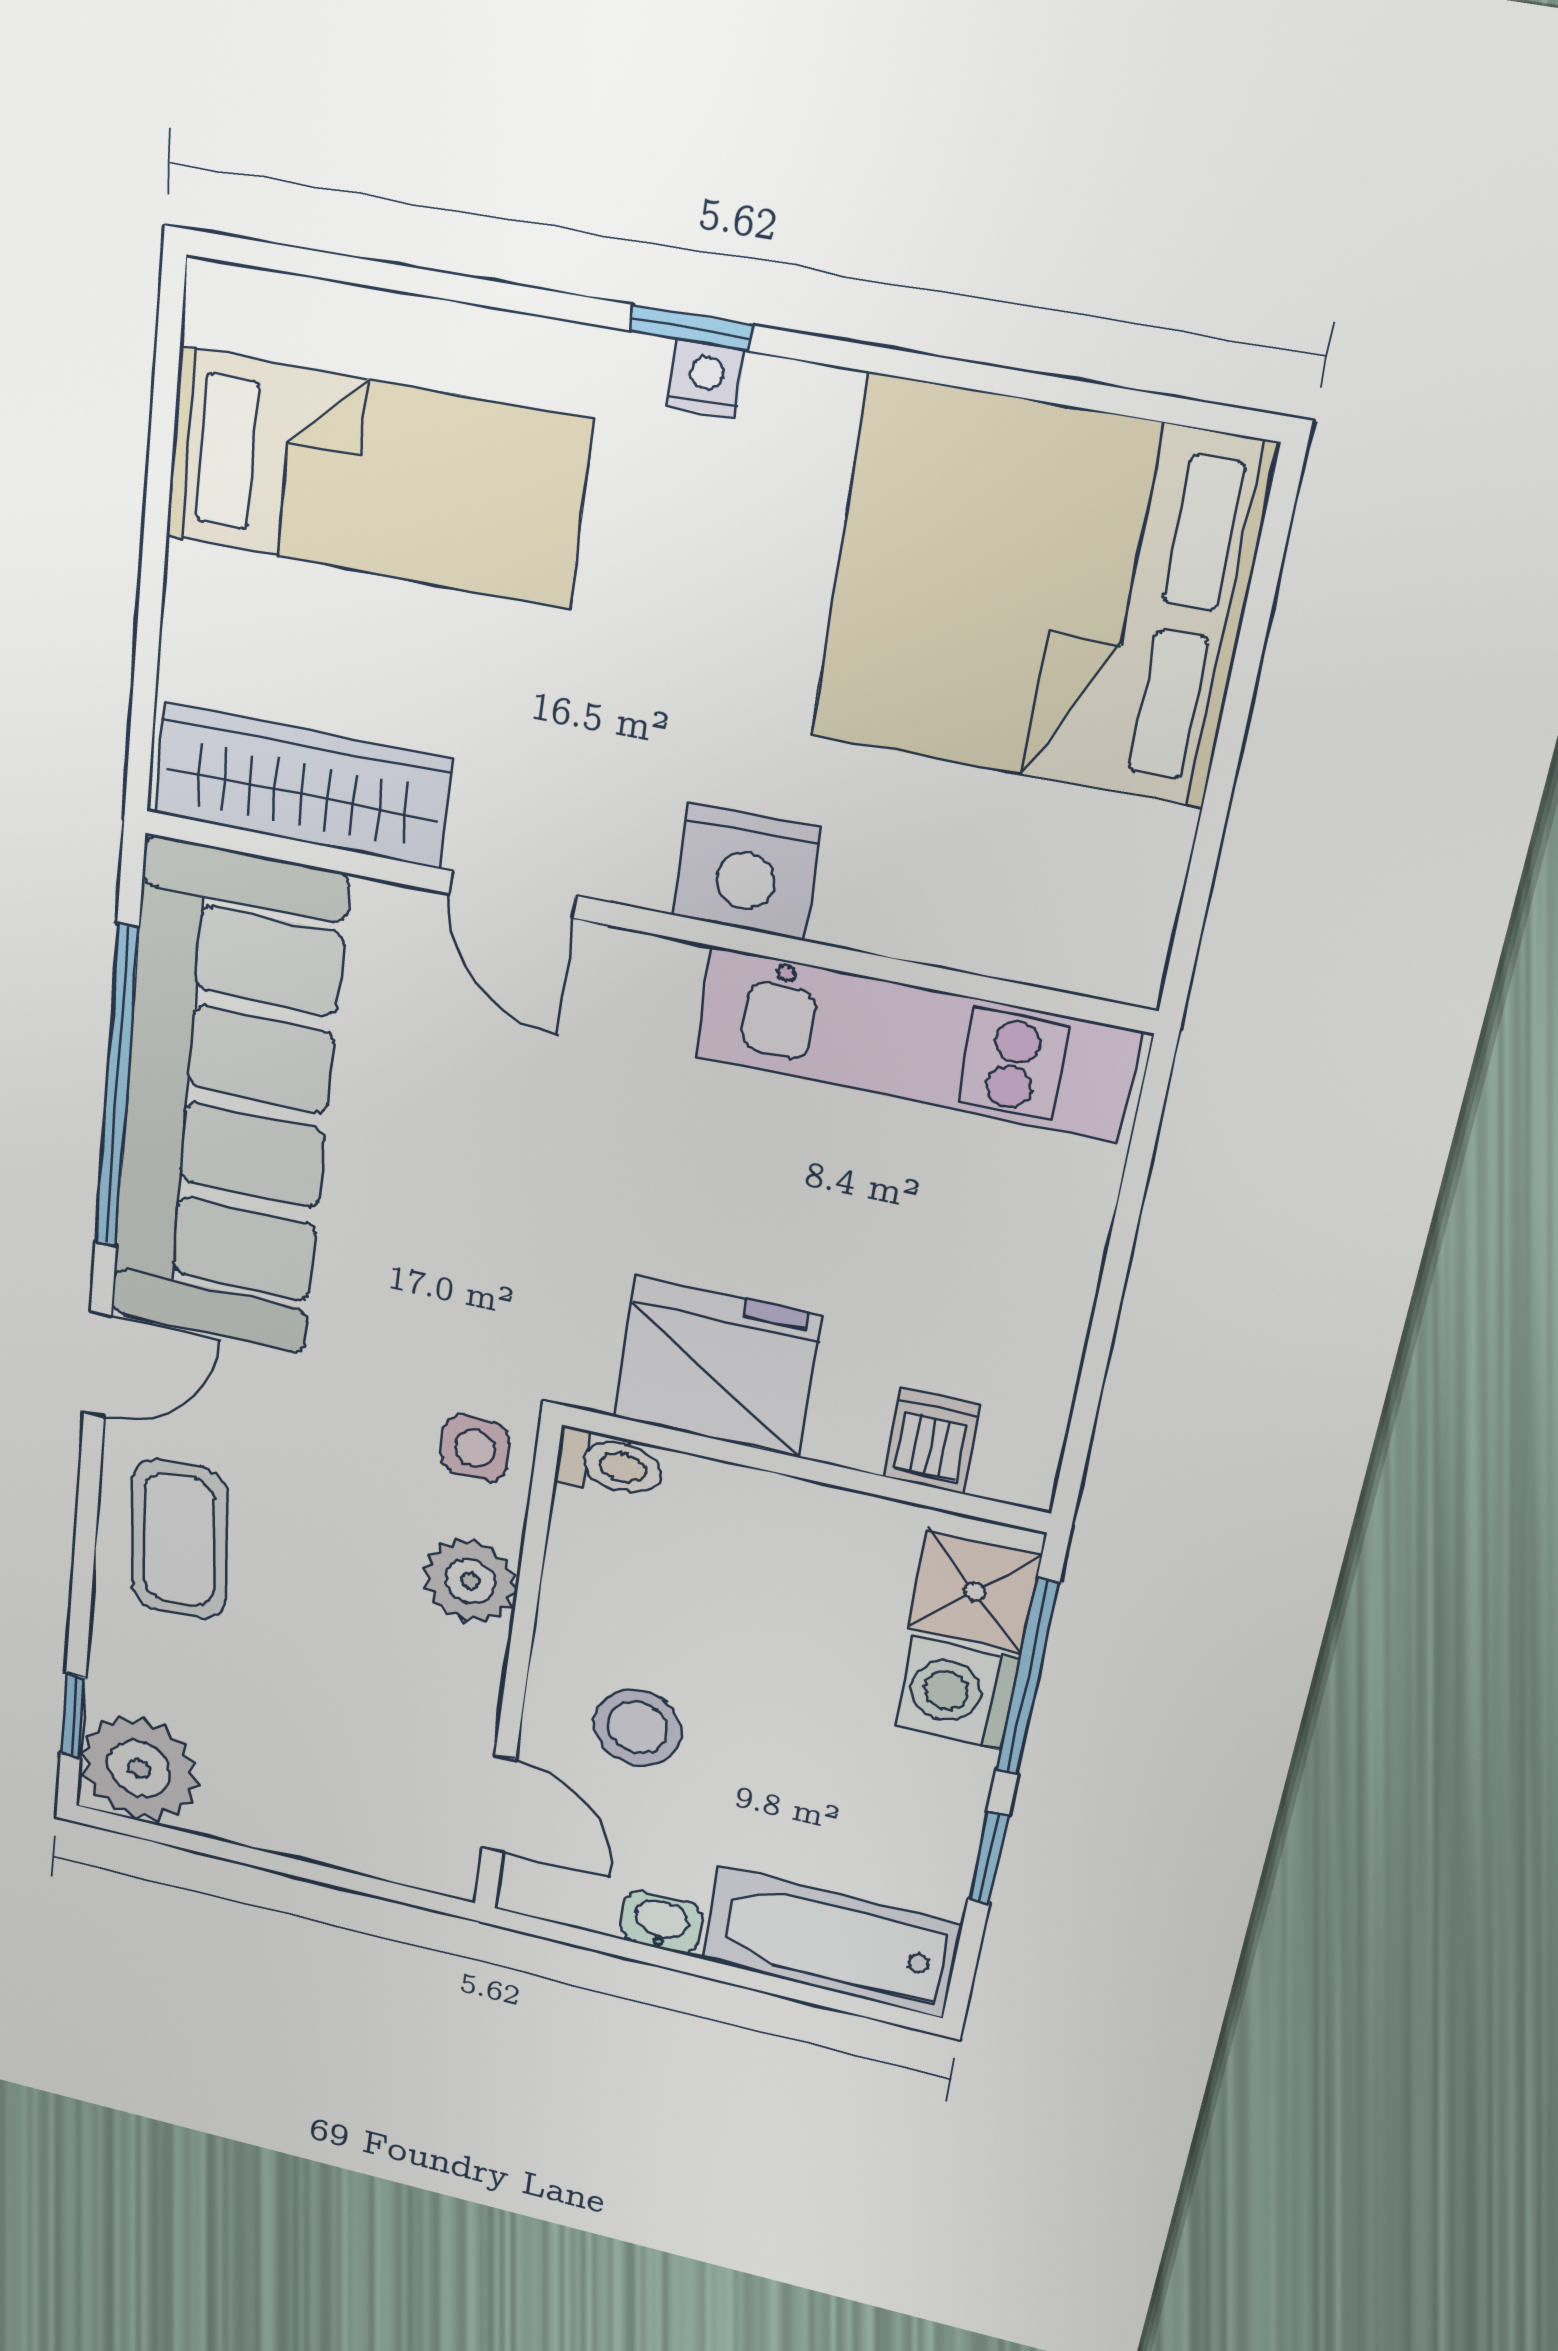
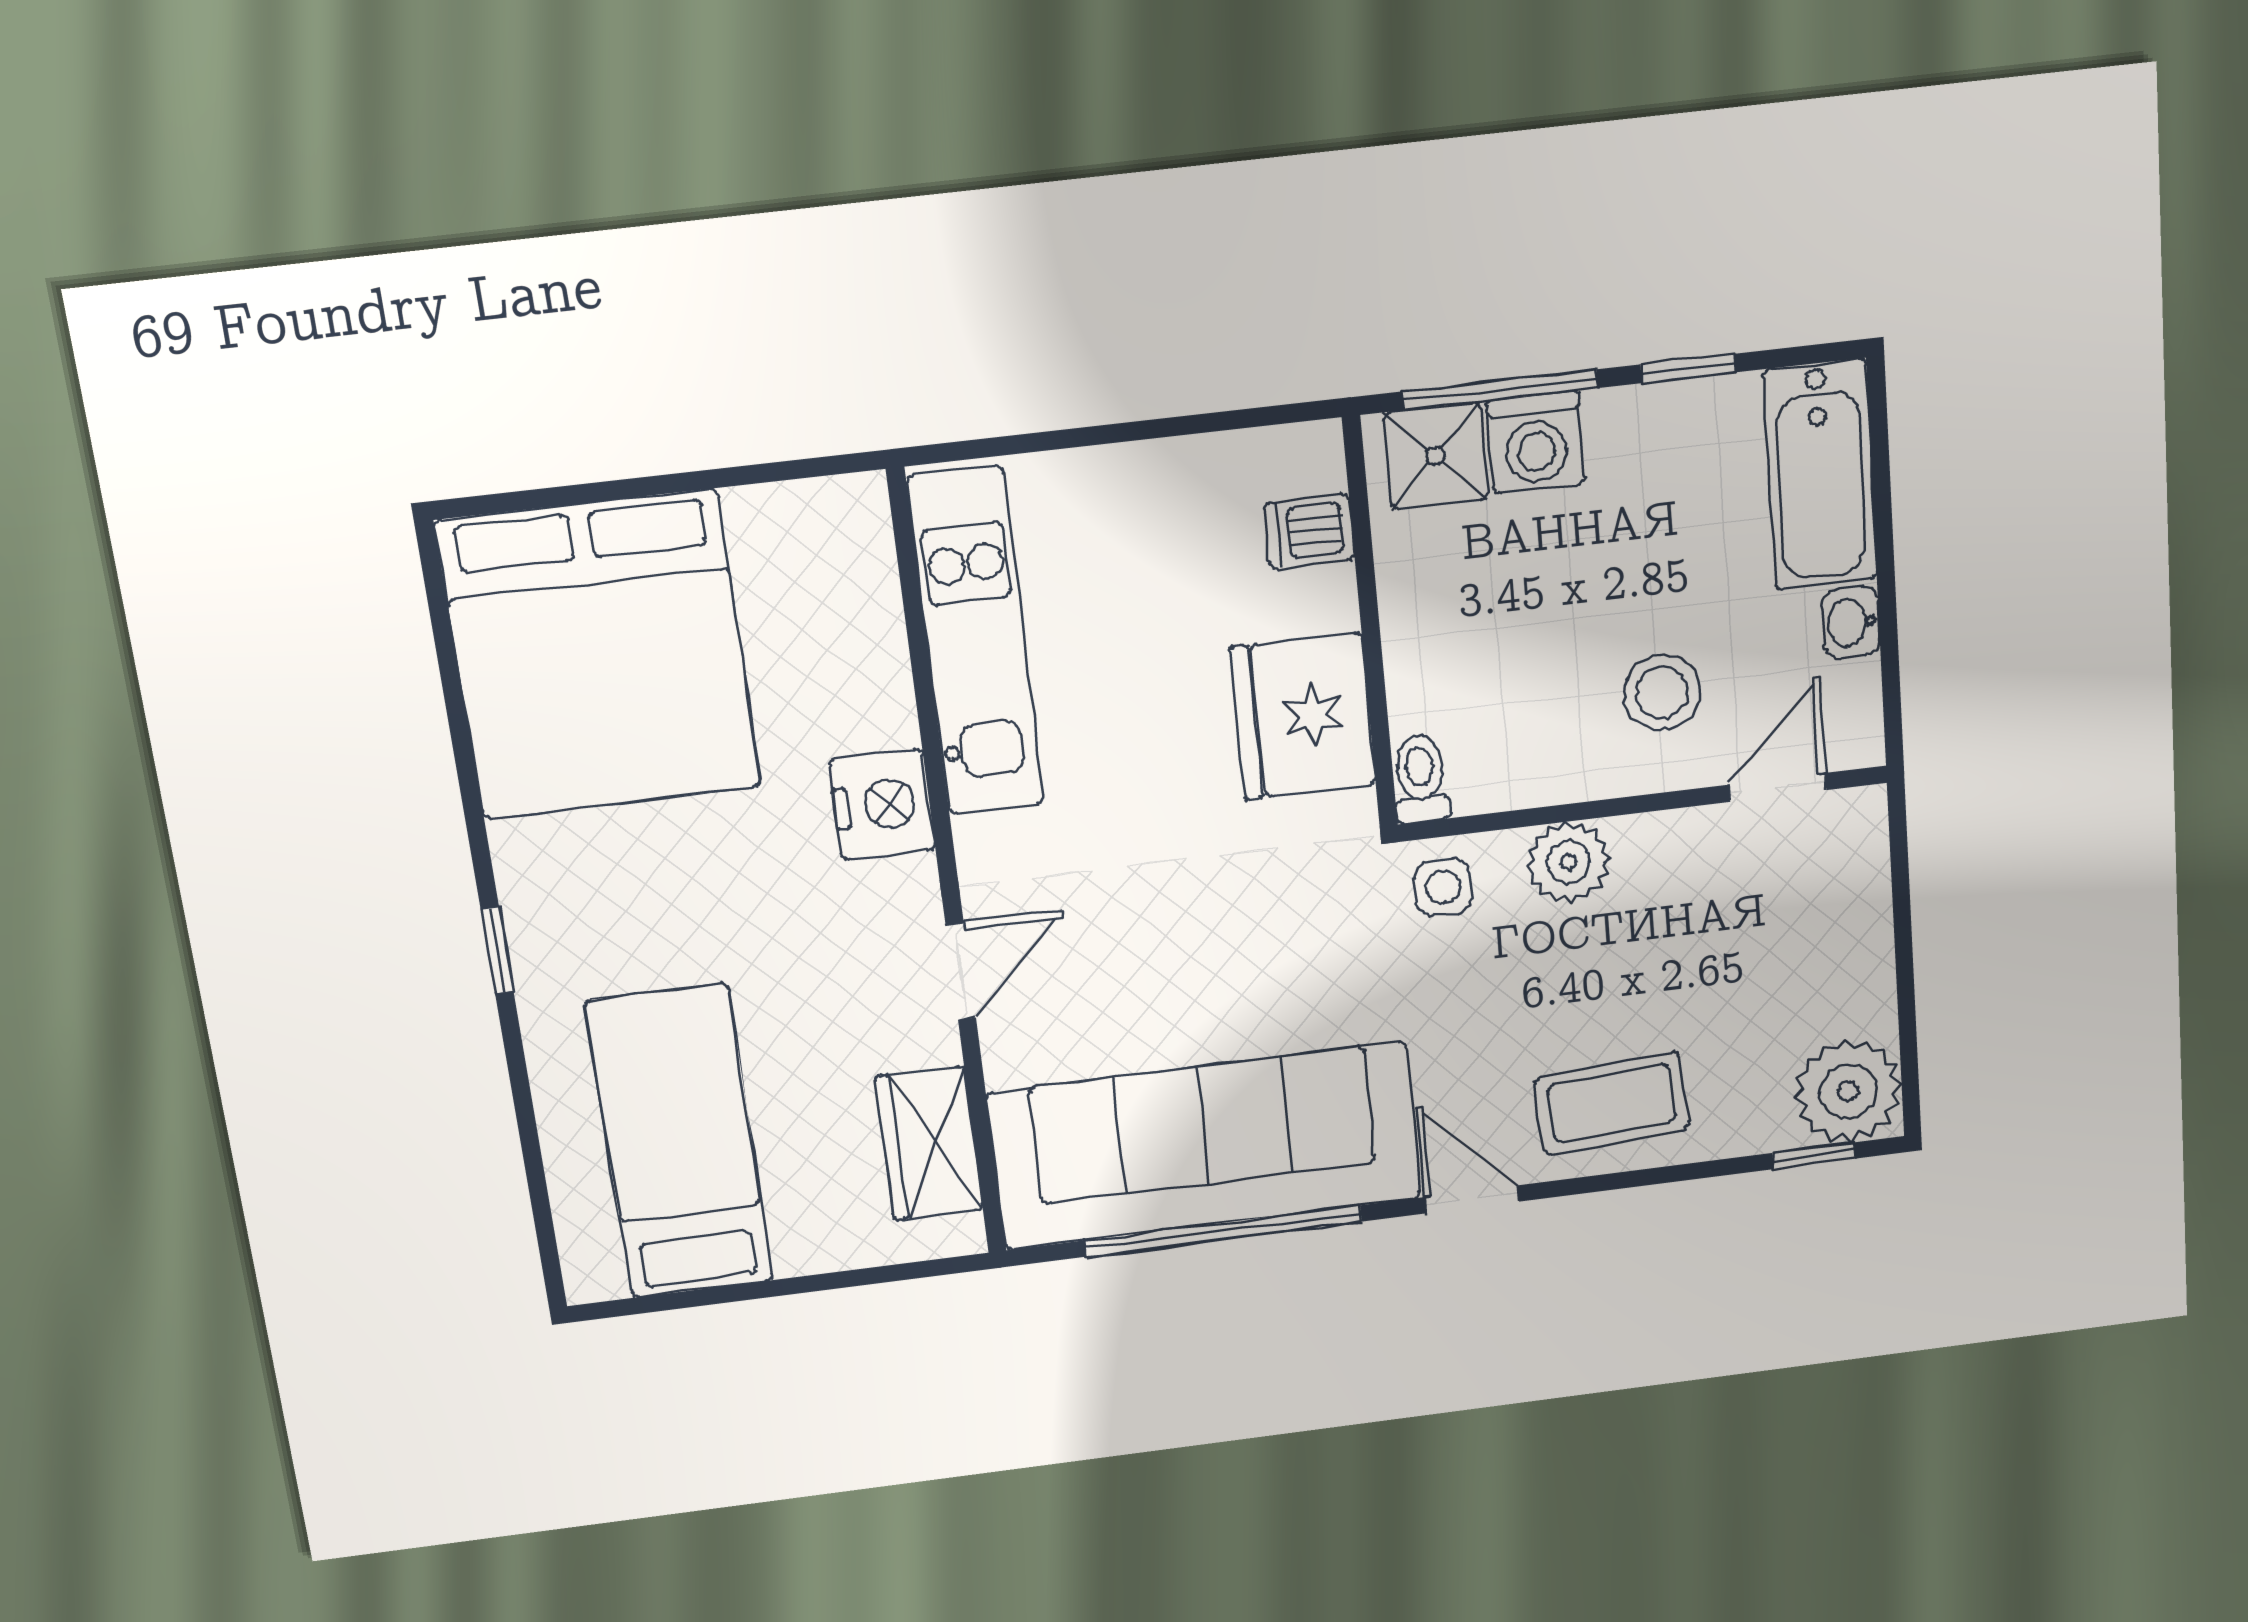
nightstand: (706, 378) -> (528, 931), removed
wardrobe: (303, 786) -> (929, 1144), width x0.67

